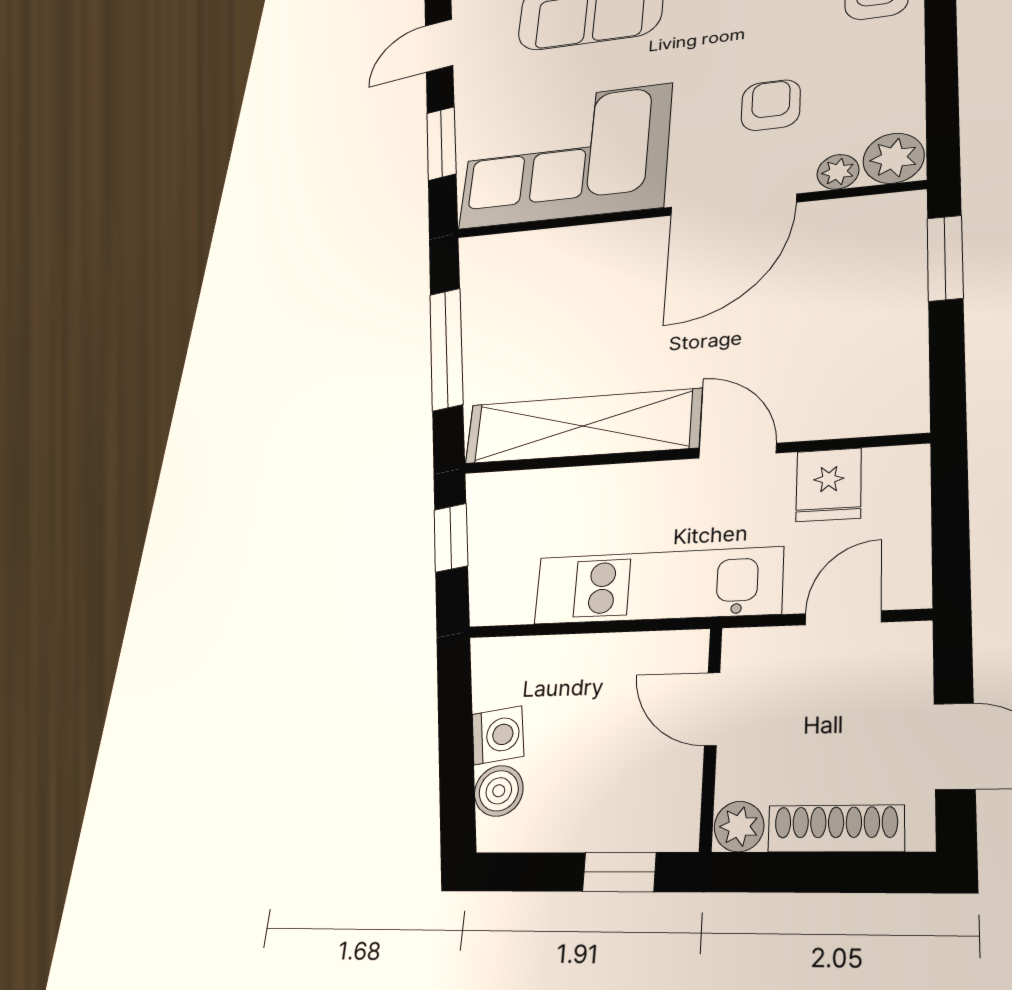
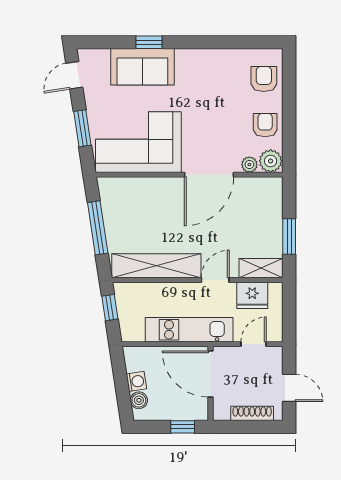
armchair: (771, 105) -> (265, 125), moved
window: (945, 258) -> (289, 236), moved
shelving: (867, 412) -> (261, 268), added
door: (738, 451) -> (215, 280), hinge flipped
fridge: (829, 485) -> (252, 295), width x1.38
door: (712, 709) -> (211, 374), width x1.87
plant: (739, 827) -> (221, 413), removed

